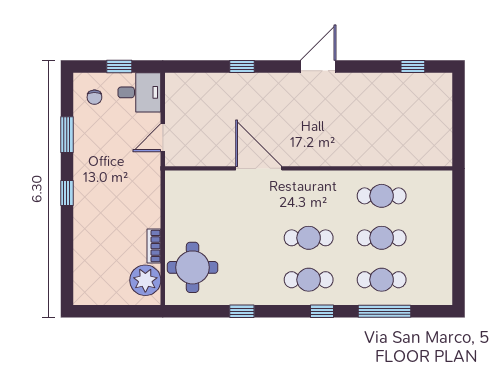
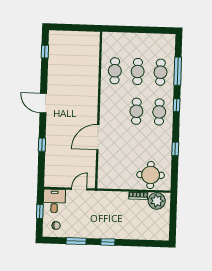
door: (163, 138) -> (79, 189), swing flipped

